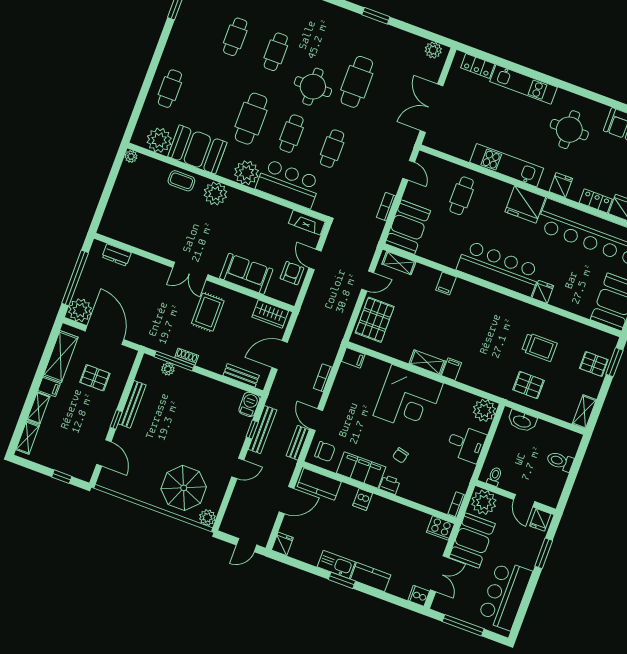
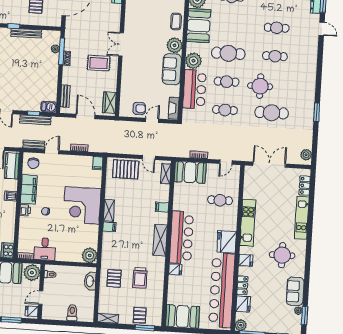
sofa: (246, 274) -> (172, 69), moved, turned 180
shelving: (493, 301) -> (160, 240), added
desk: (466, 444) -> (45, 249), moved

